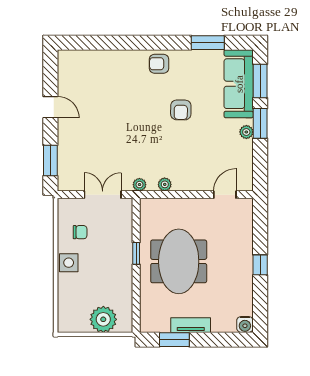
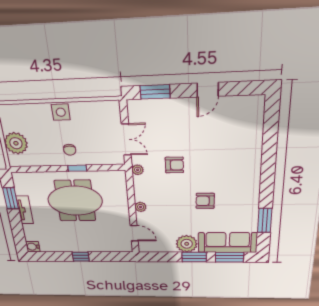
armchair: (159, 64) -> (174, 165), moved, turned 90
plant: (246, 132) -> (187, 244), width x1.87, depth x1.87
plant: (165, 184) -> (141, 207), moved
chair: (80, 232) -> (70, 150), moved

